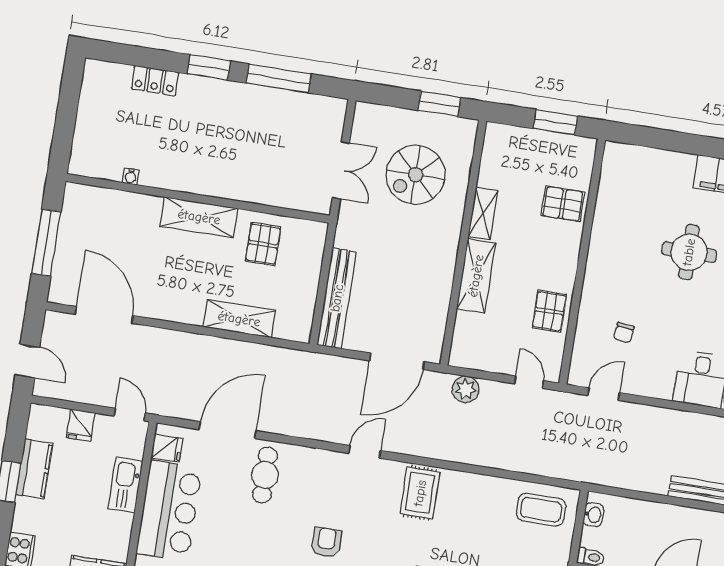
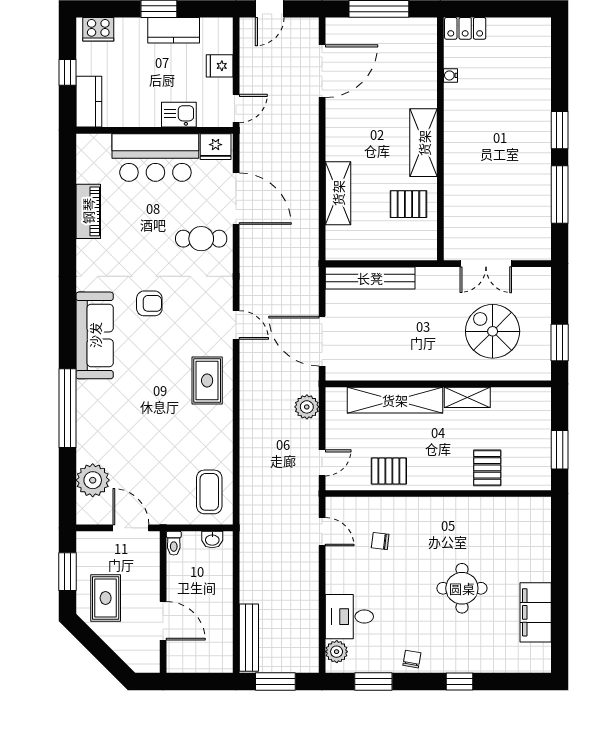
locker: (155, 81) -> (465, 28), moved, turned -90
shelving: (476, 276) -> (395, 400), width x1.47
fridge: (167, 448) -> (216, 147), width x1.38
kitchen sink: (125, 485) -> (179, 115), width x0.73
rug: (420, 493) -> (207, 380), turned 90

